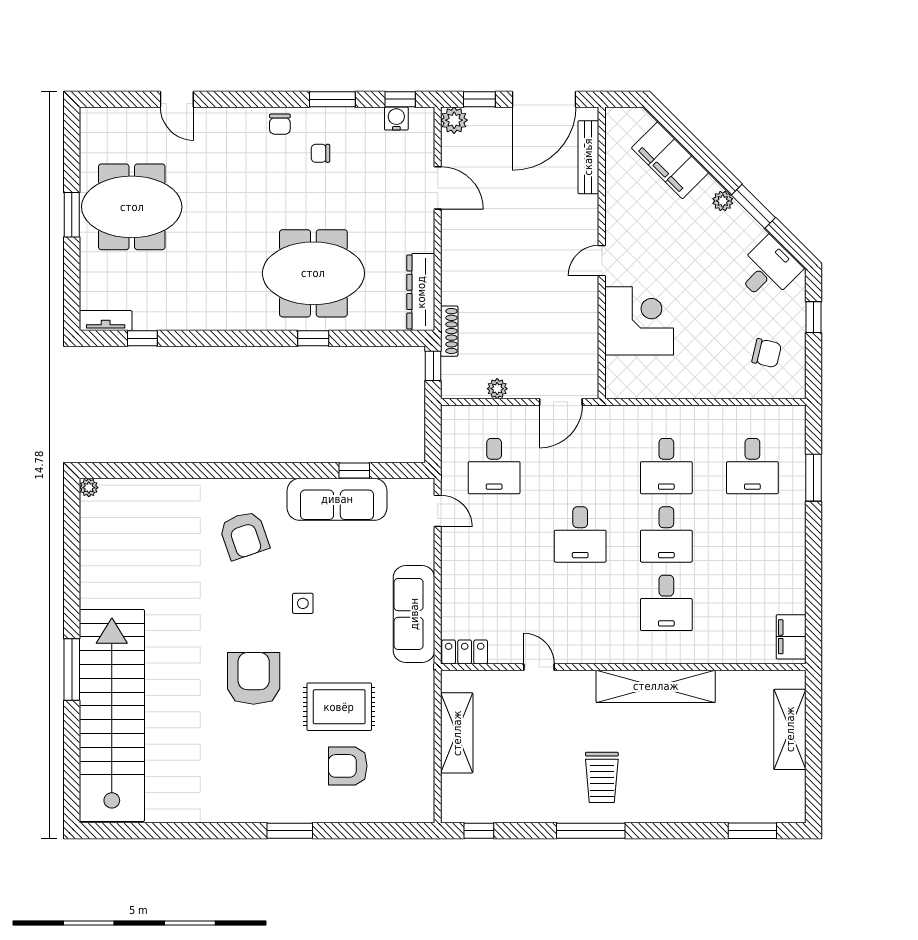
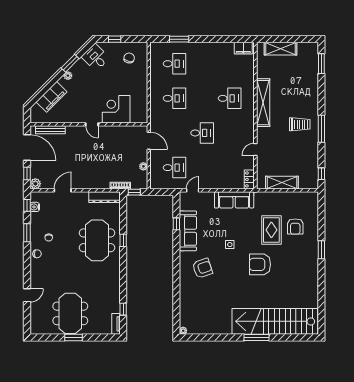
desk: (666, 534) -> (202, 98), removed

